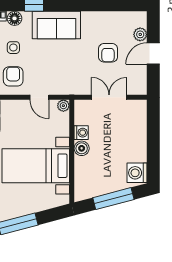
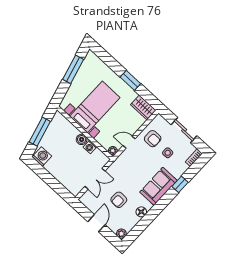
floor lamp: (15, 18) -> (141, 212), moved
plant: (140, 34) -> (121, 234), moved
armchair: (108, 53) -> (119, 200), turned -88

